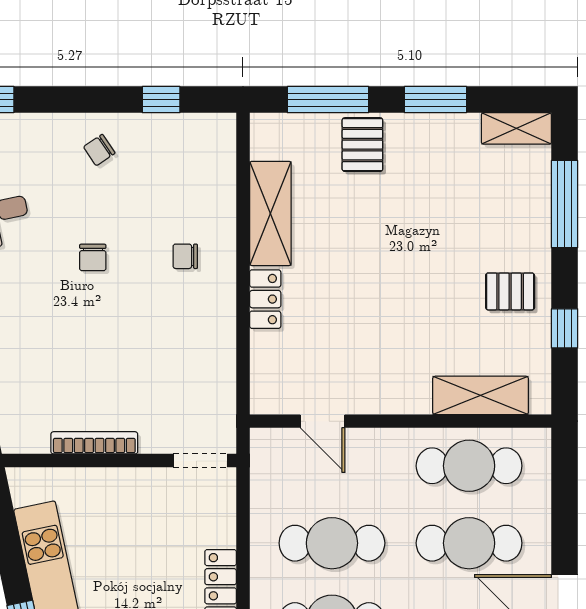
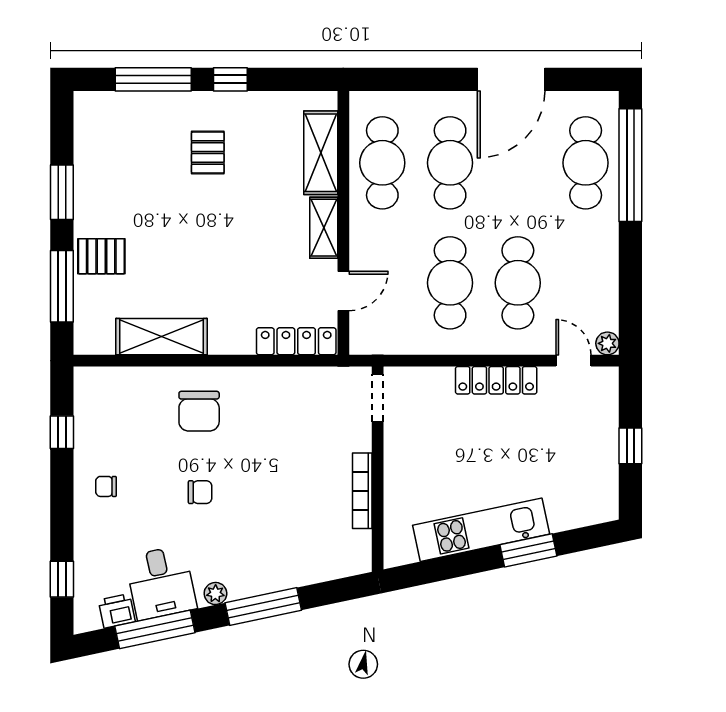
shelving: (516, 128) -> (324, 228), moved
chair: (99, 150) -> (106, 486), turned 124
chair: (185, 256) -> (199, 411), width x1.87, depth x1.87
pallet: (510, 291) -> (208, 153), moved
locker: (265, 299) -> (296, 341), moved, width x1.53
window: (565, 328) -> (230, 79), moved

